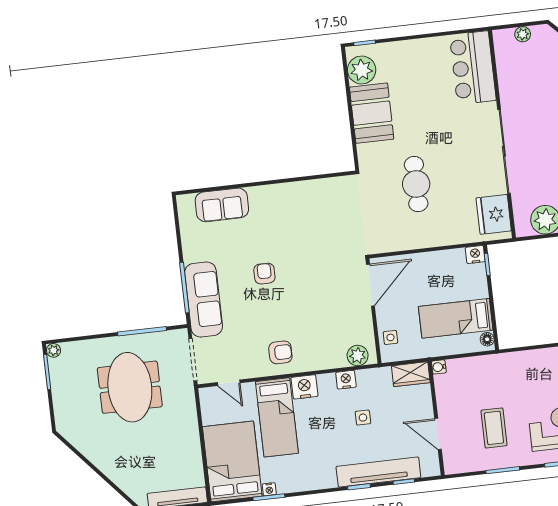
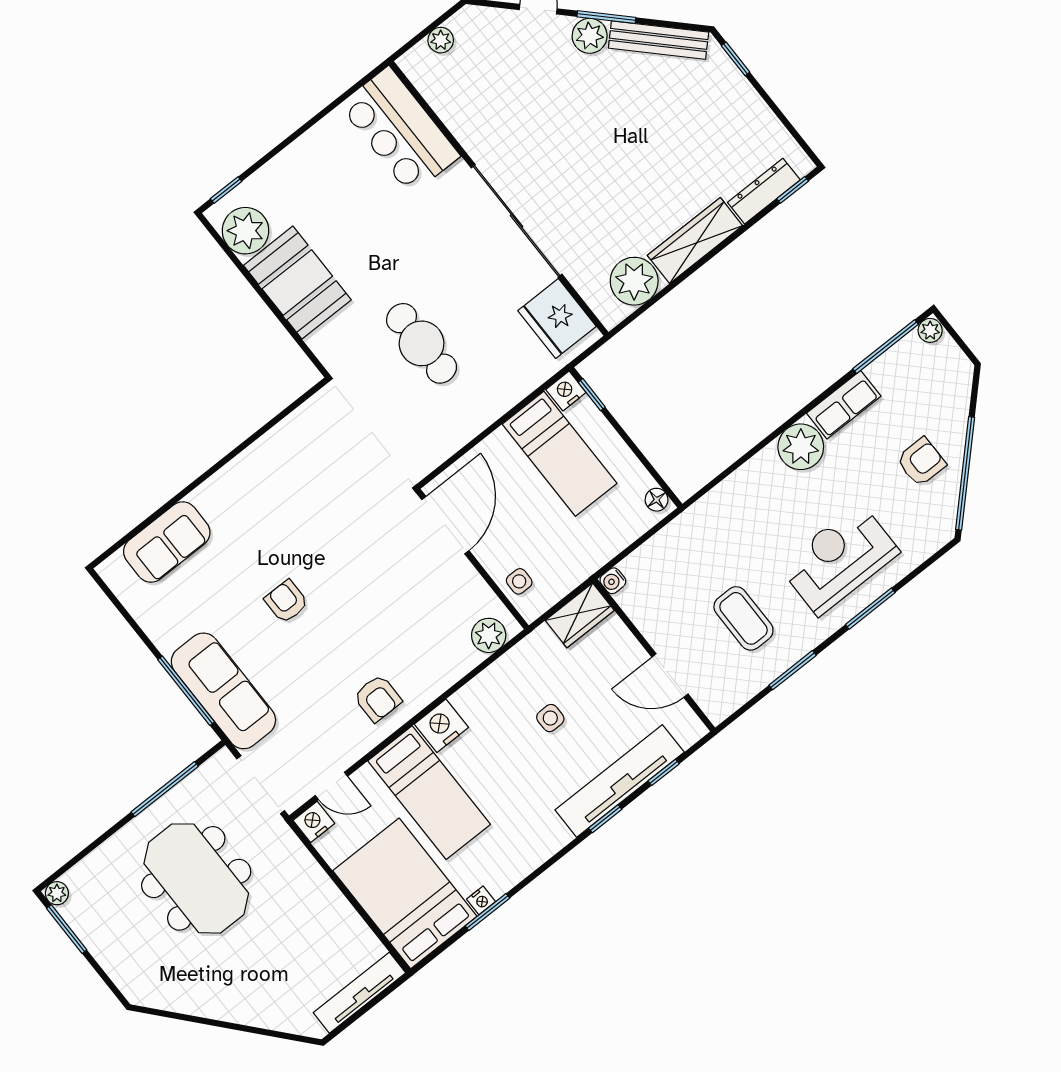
bed: (456, 318) -> (560, 454), moved, turned -90
armchair: (280, 352) -> (378, 698), turned 90
nightstand: (346, 380) -> (314, 822), moved

